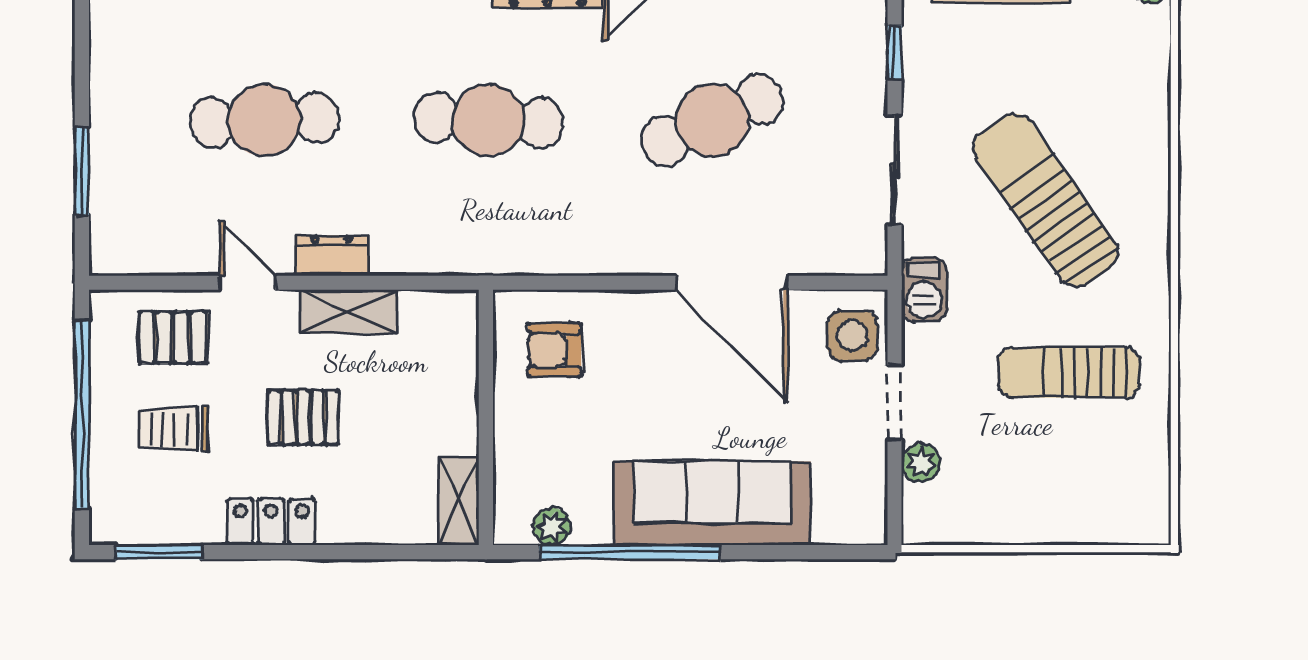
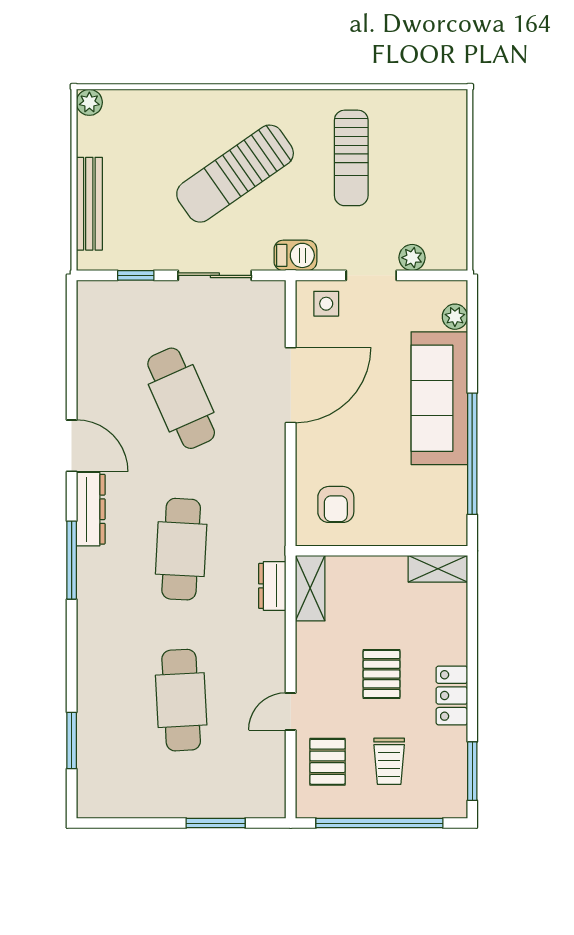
dresser: (332, 255) -> (272, 586), moved
shelving: (349, 312) -> (310, 588), moved
side table: (852, 335) -> (326, 304), width x0.73, depth x0.73
plant: (552, 526) -> (455, 317), moved

